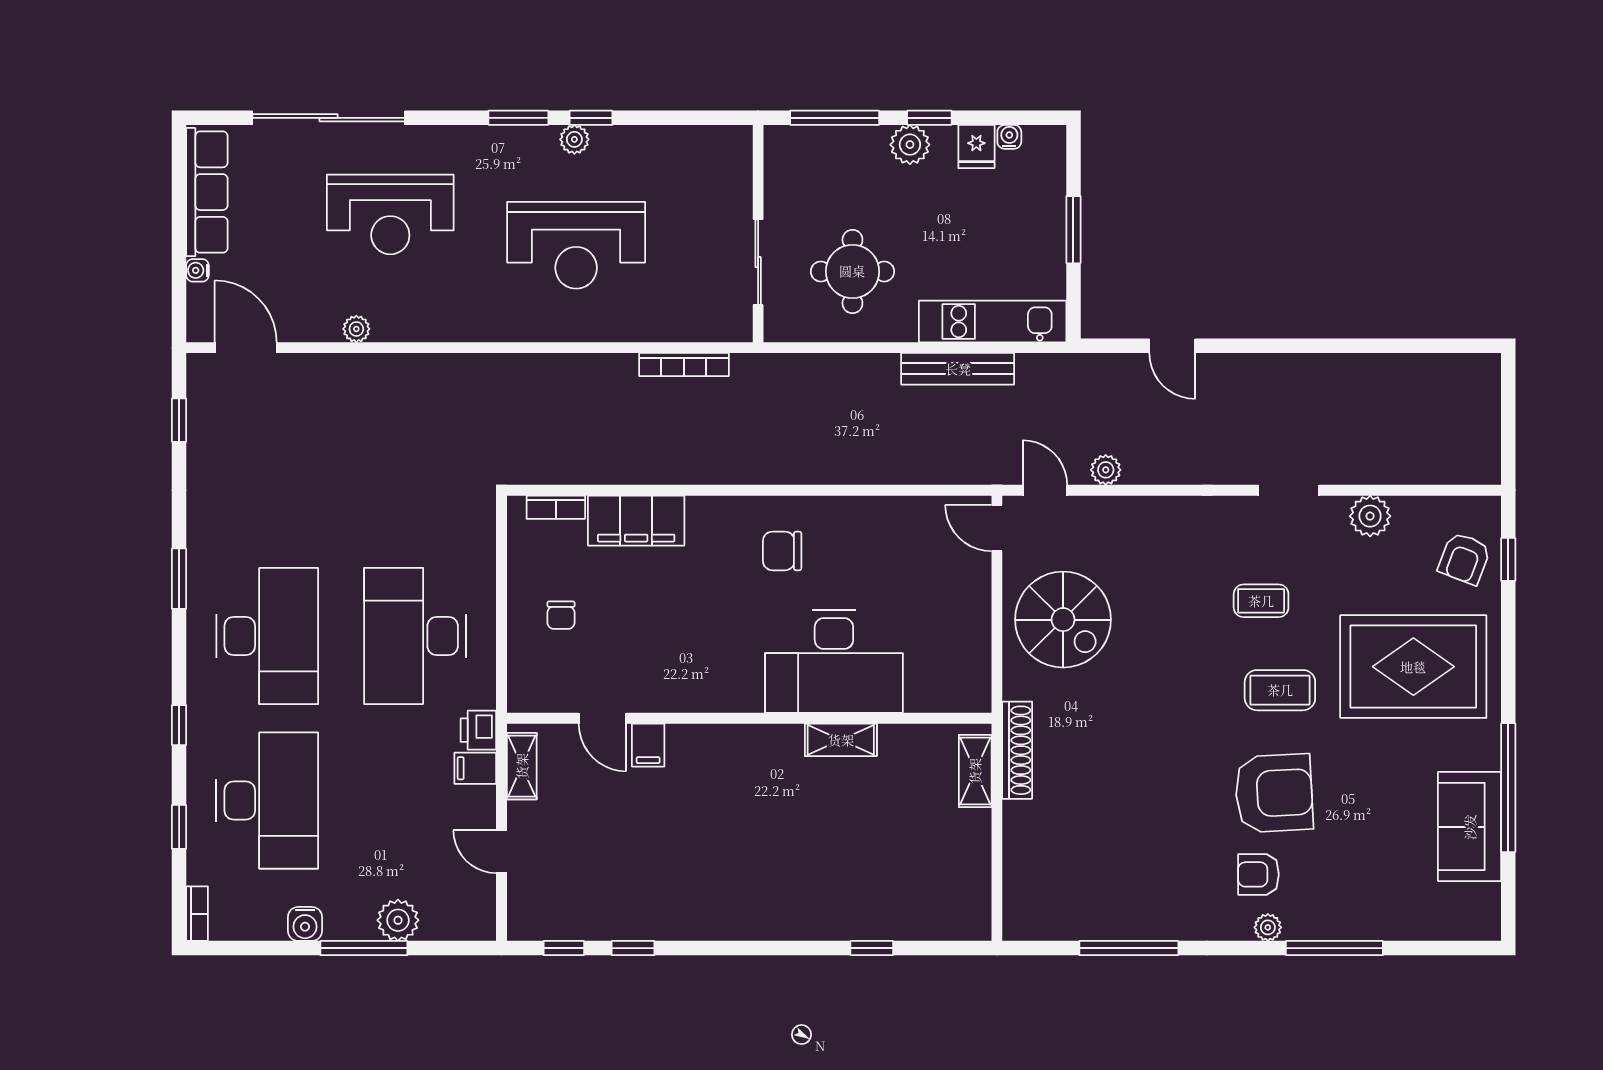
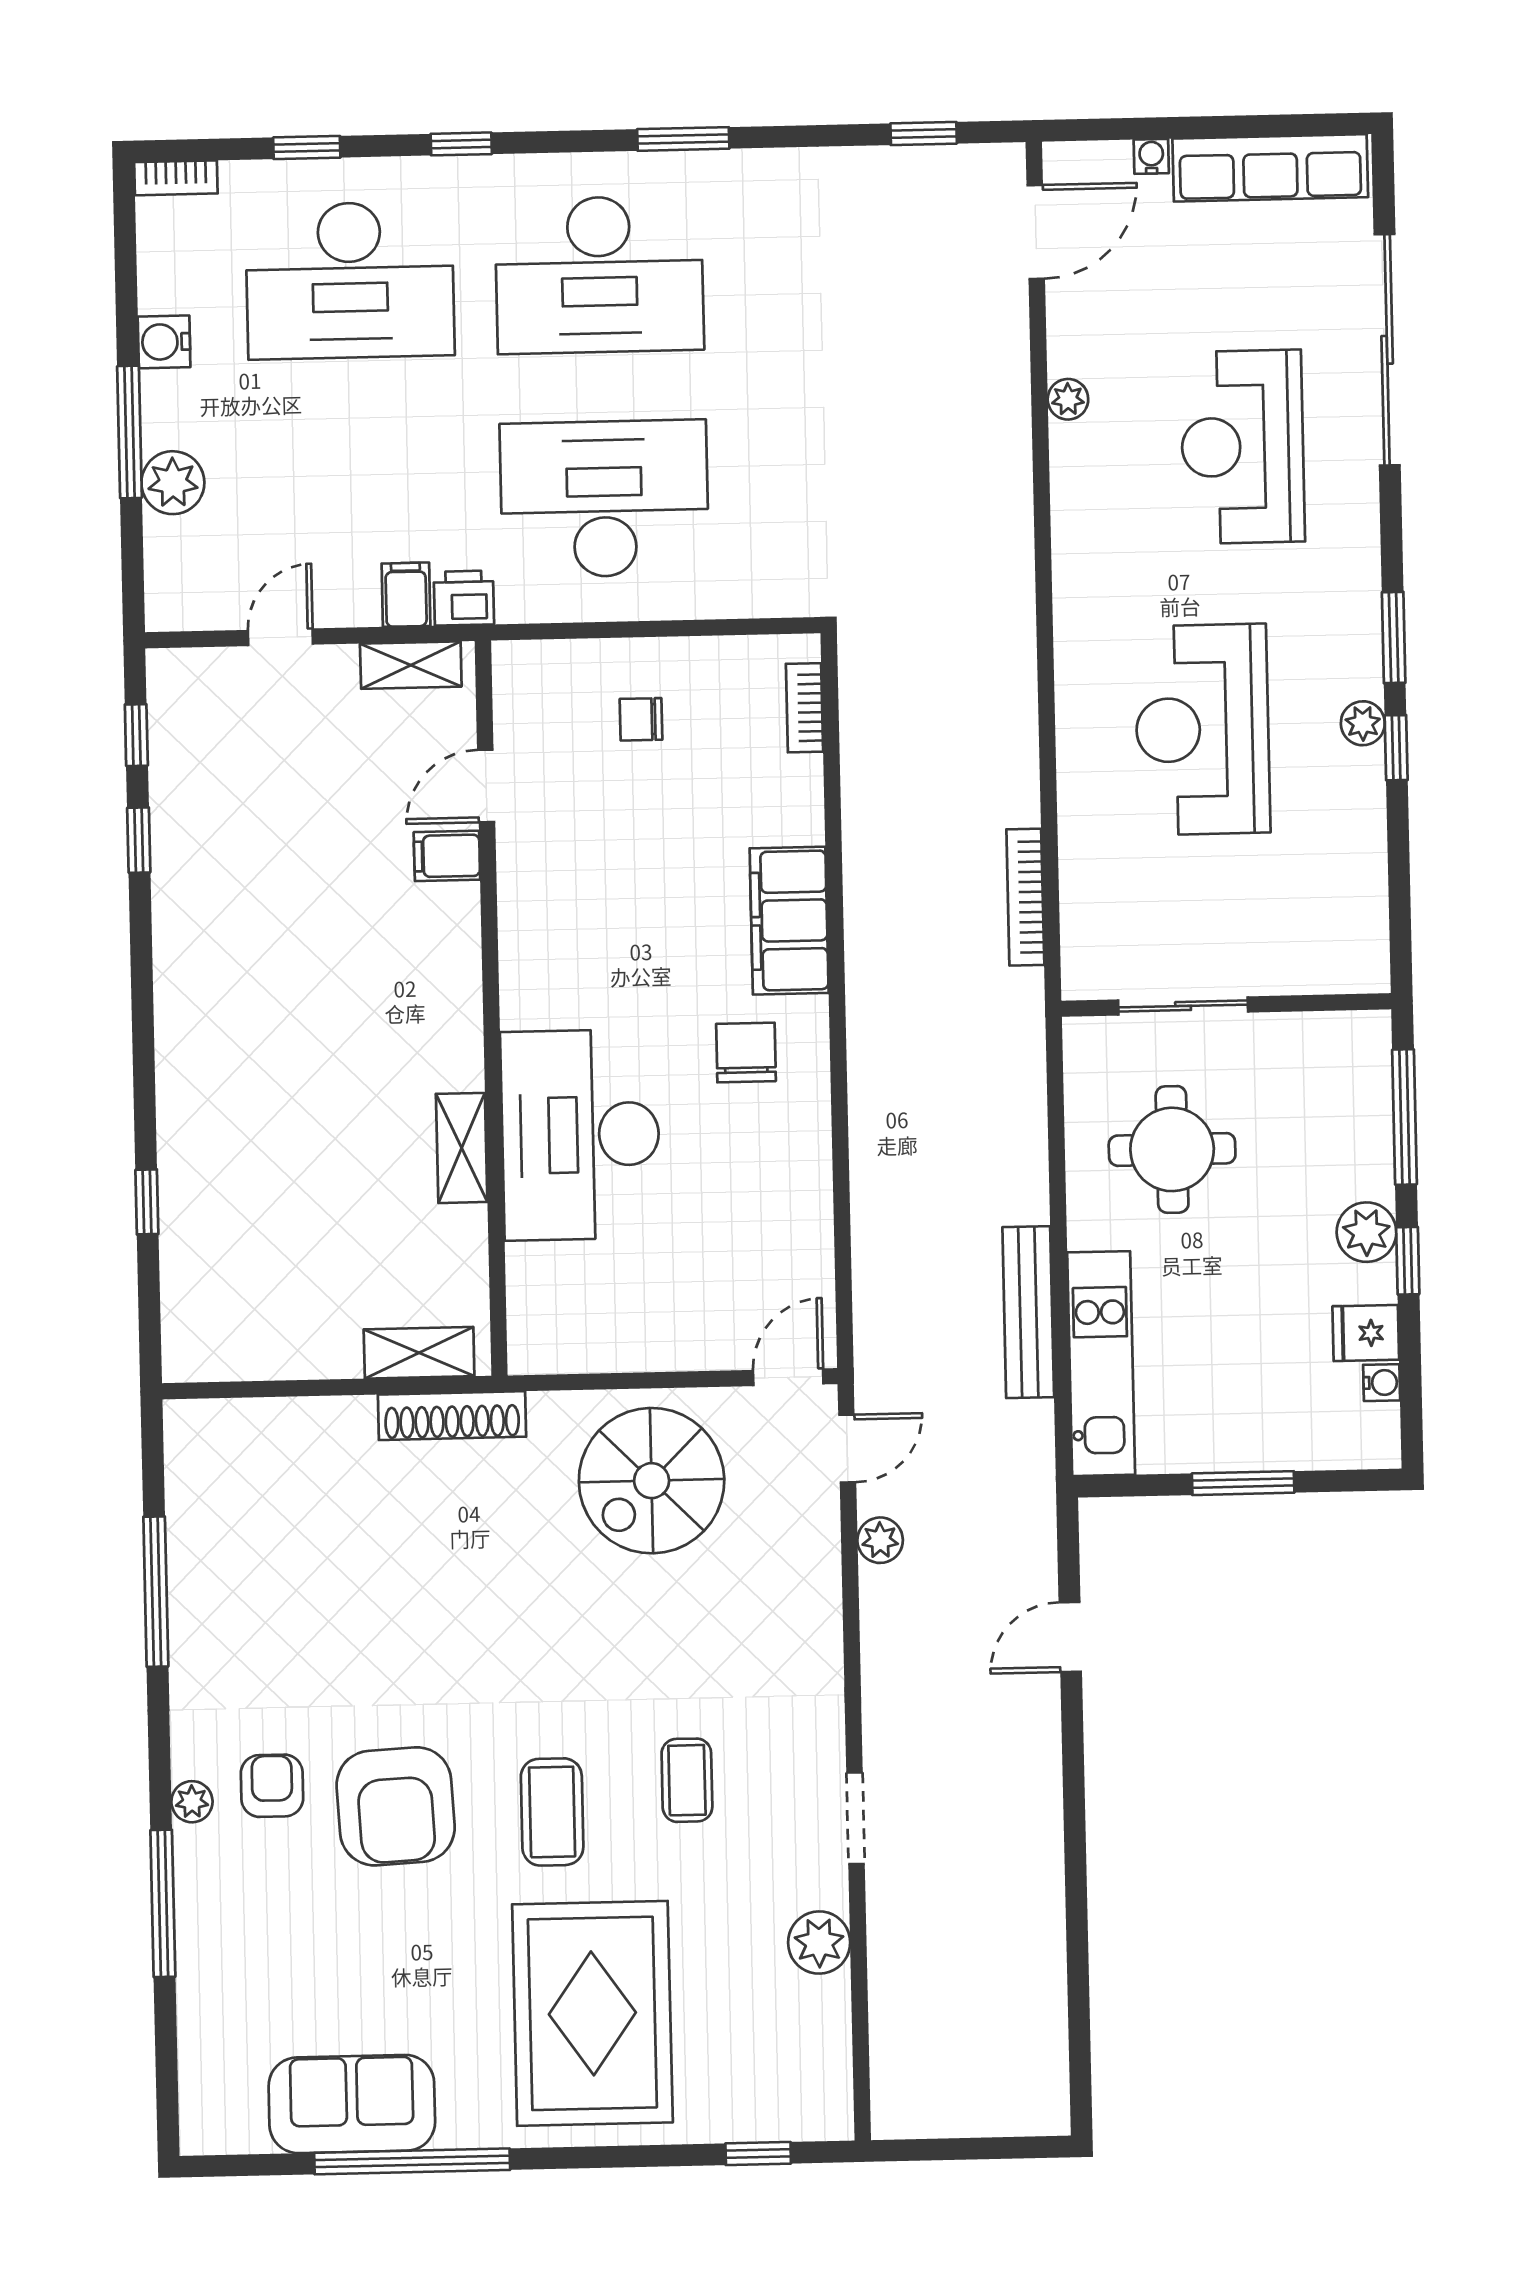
filing cabinet: (636, 521) -> (789, 921), moved
armchair: (1464, 559) -> (758, 2087), removed

